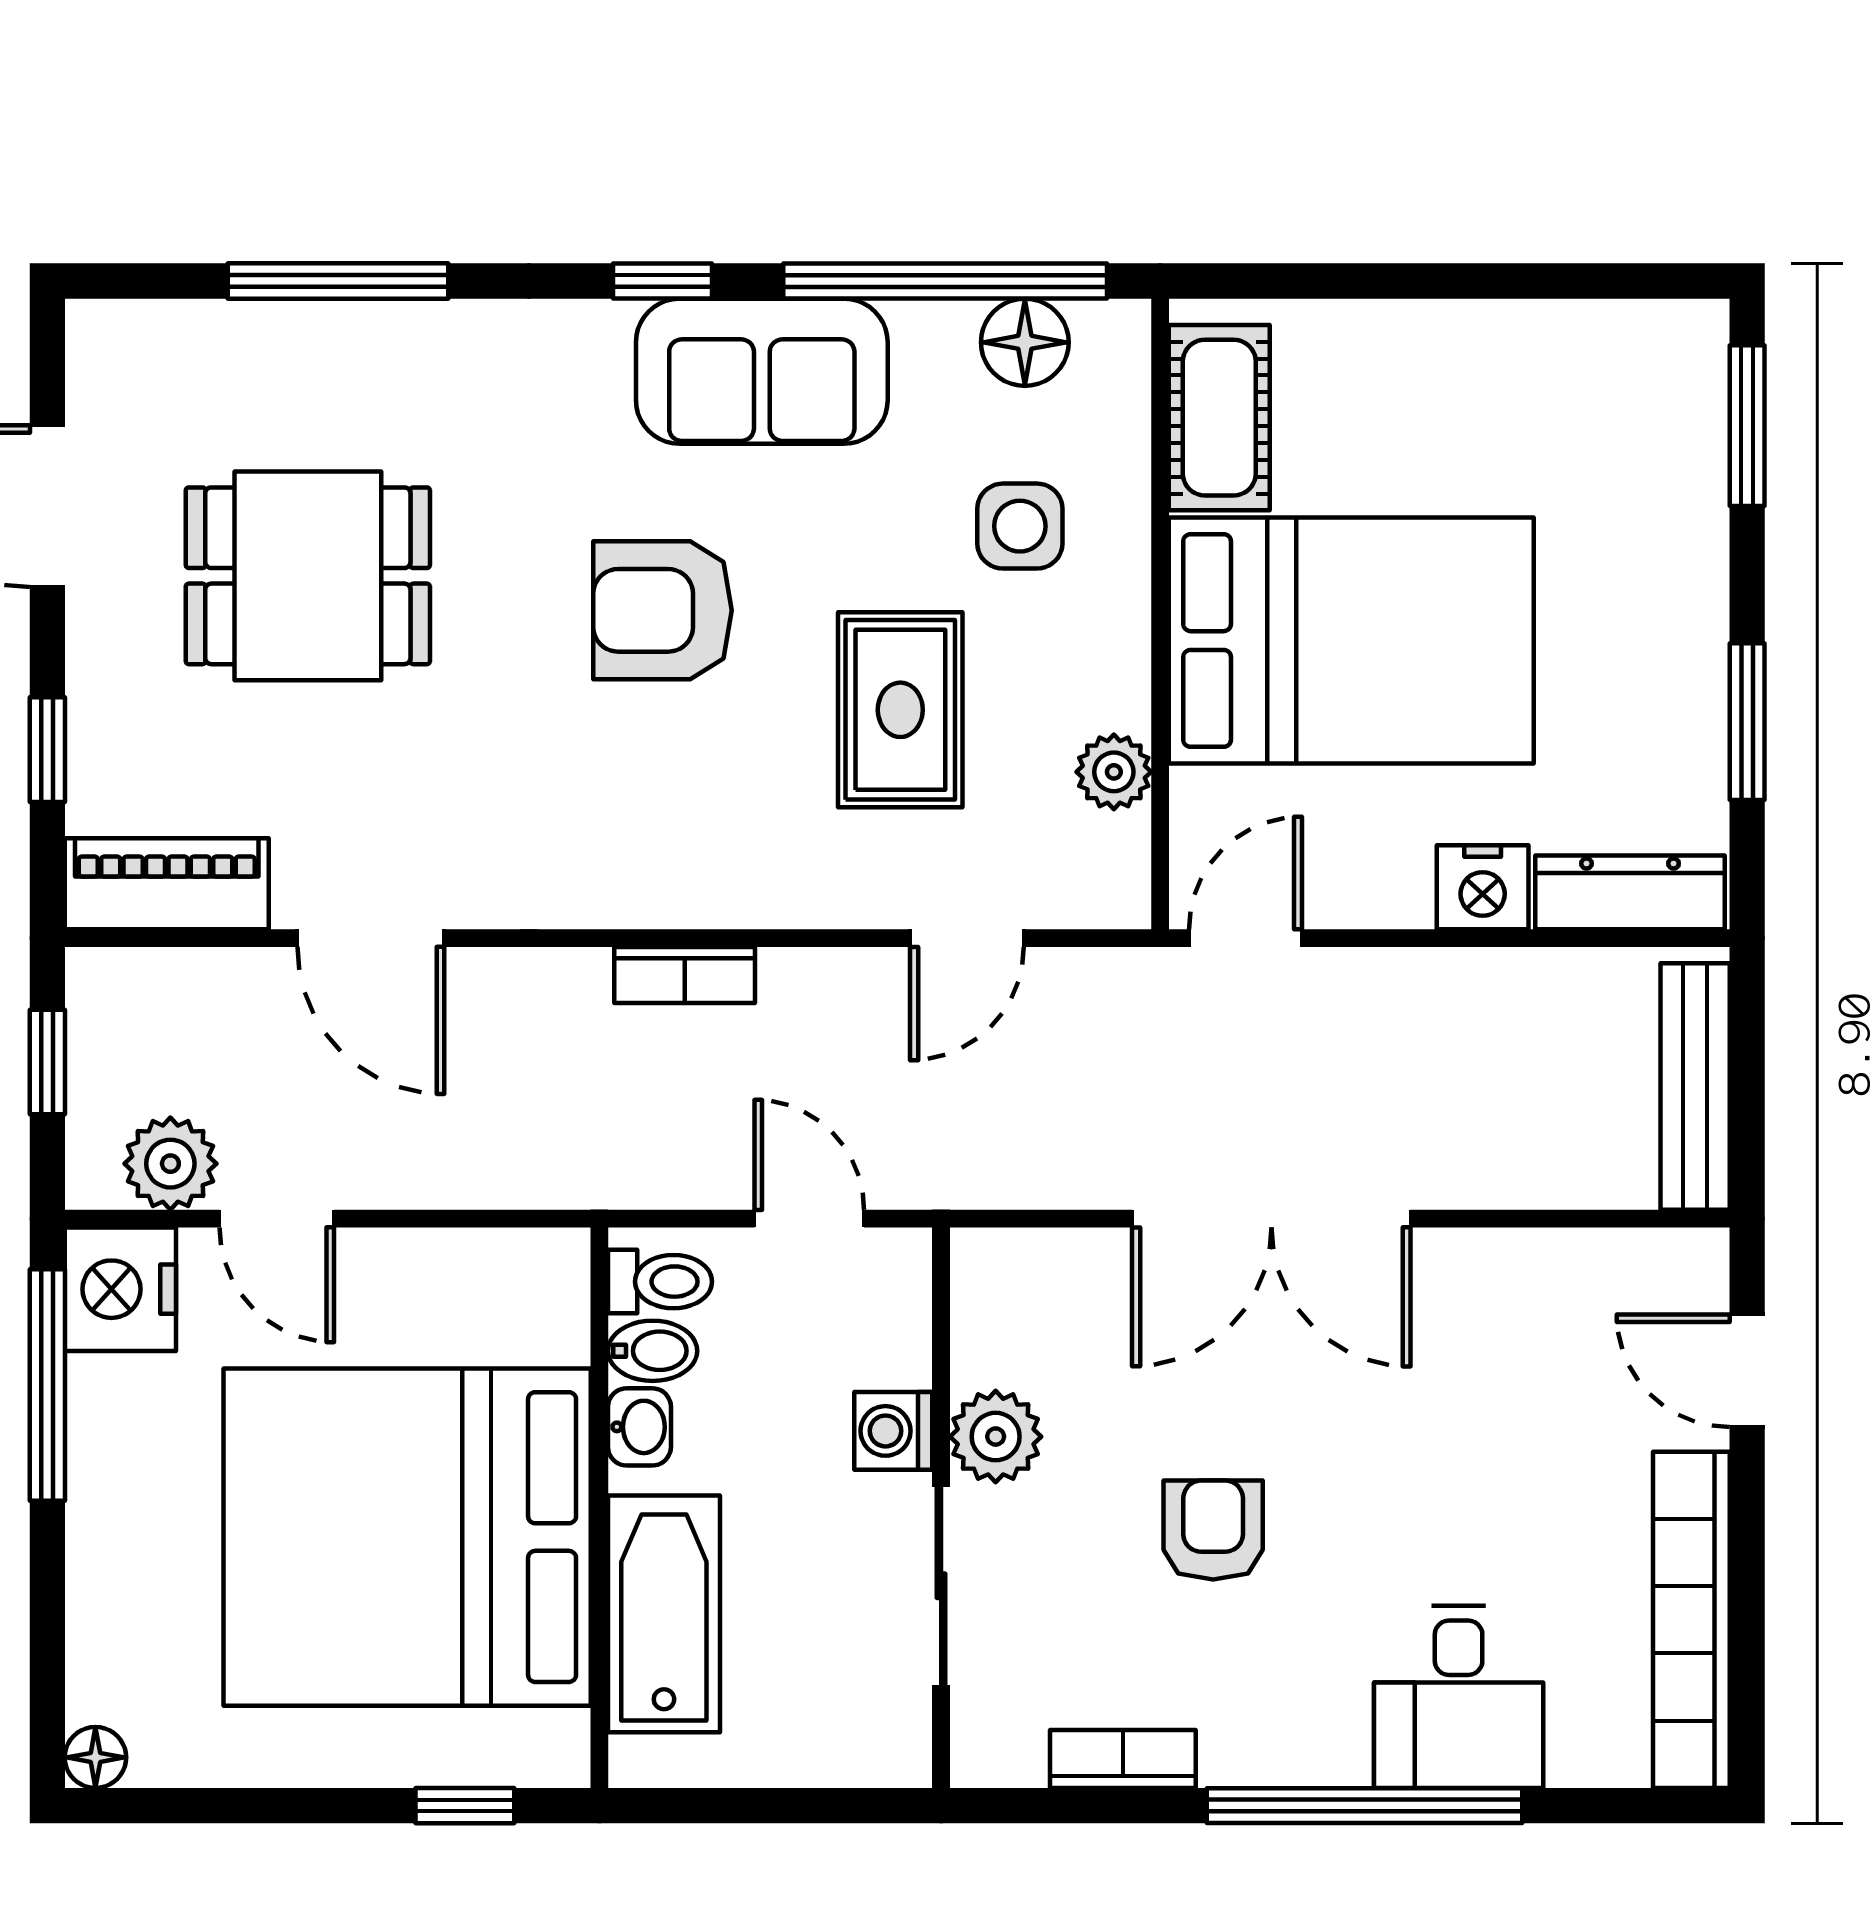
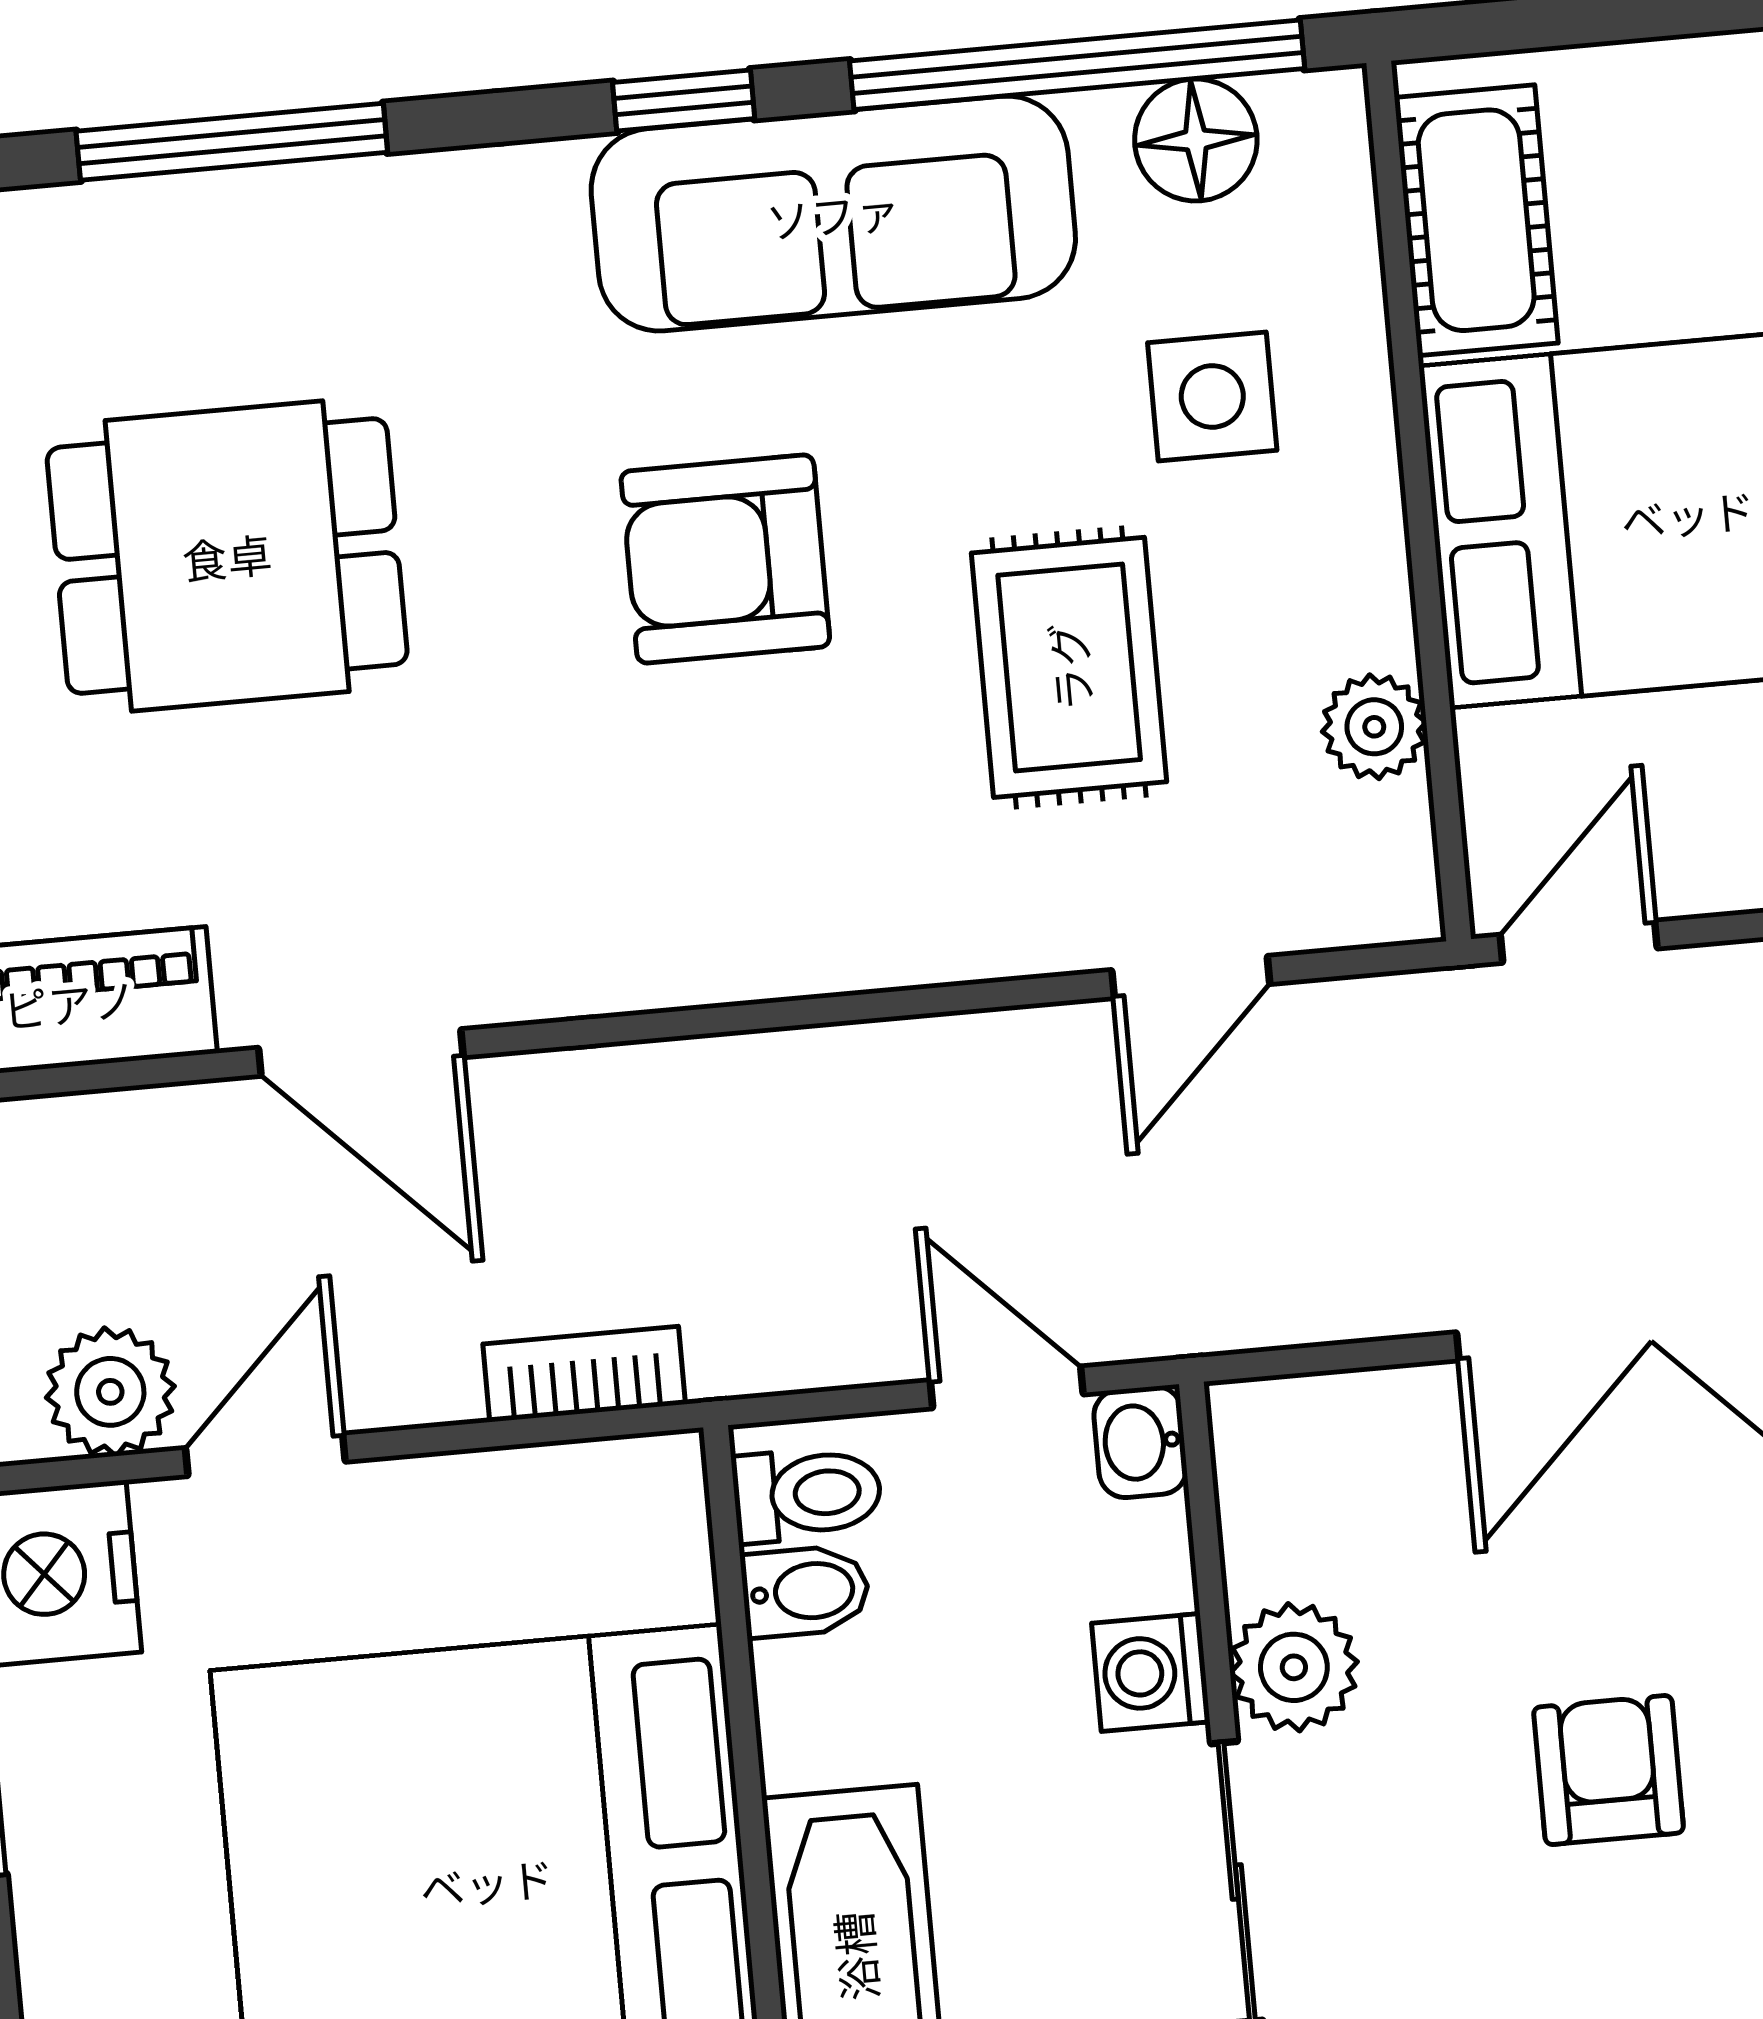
sofa: (762, 371) -> (833, 214), width x1.36
bookcase: (685, 975) -> (584, 1374), moved, turned 180
door: (277, 1219) -> (265, 1455), swing flipped
washbasin: (639, 1427) -> (1140, 1442), moved, turned 180

